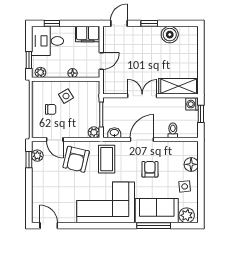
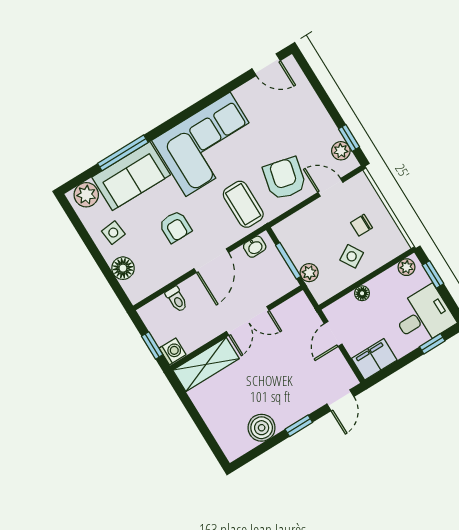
plant: (94, 132) -> (309, 273), moved

